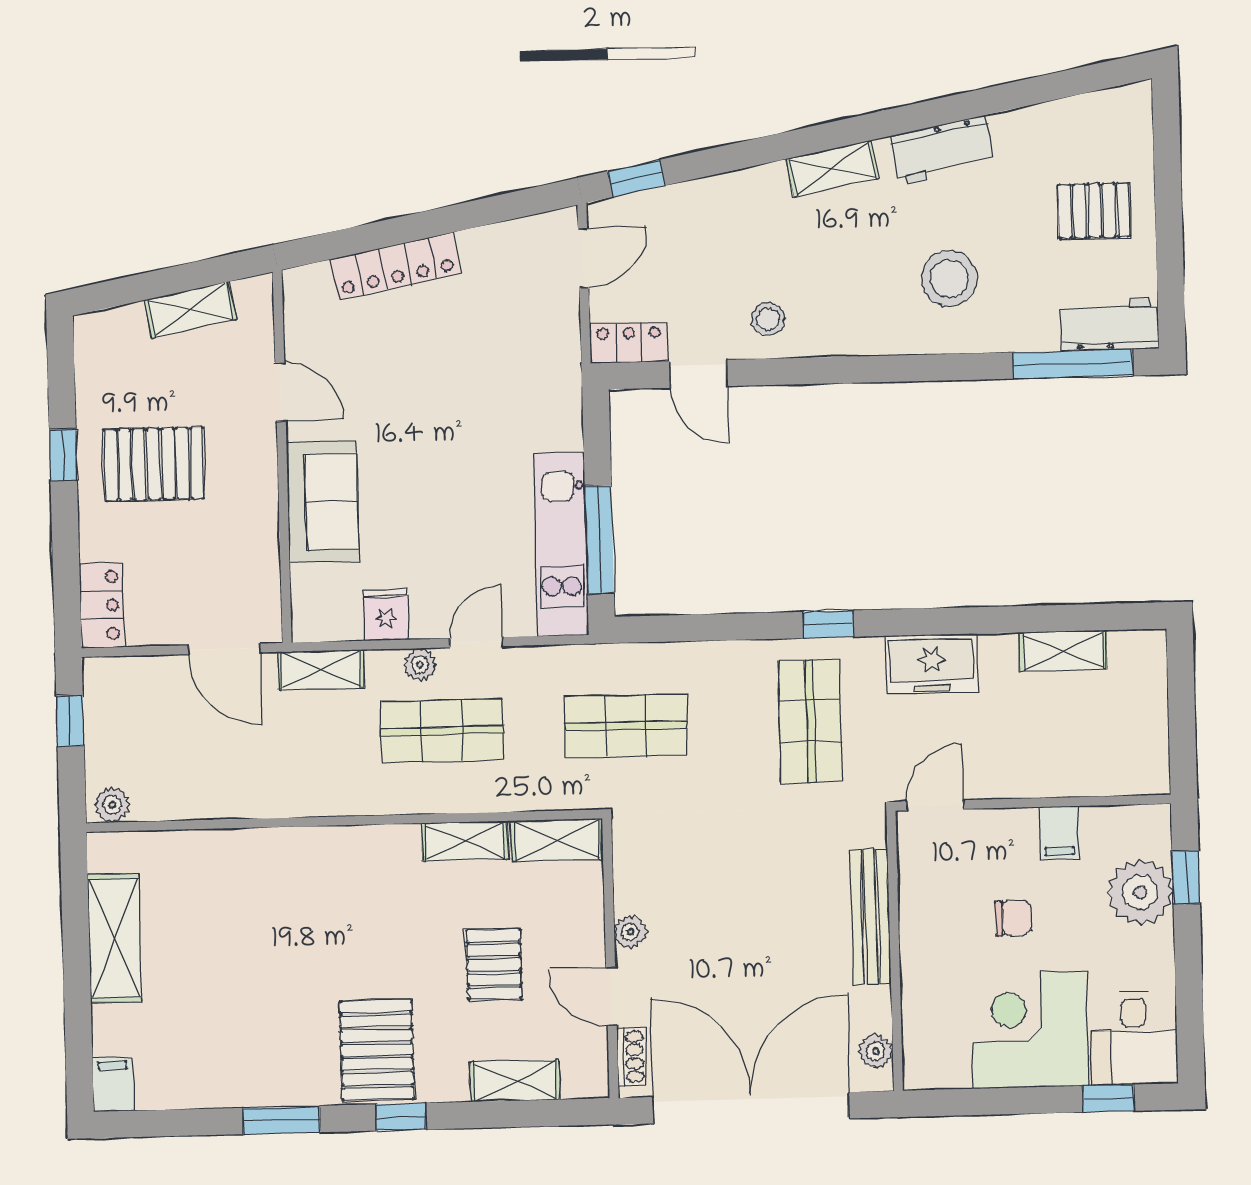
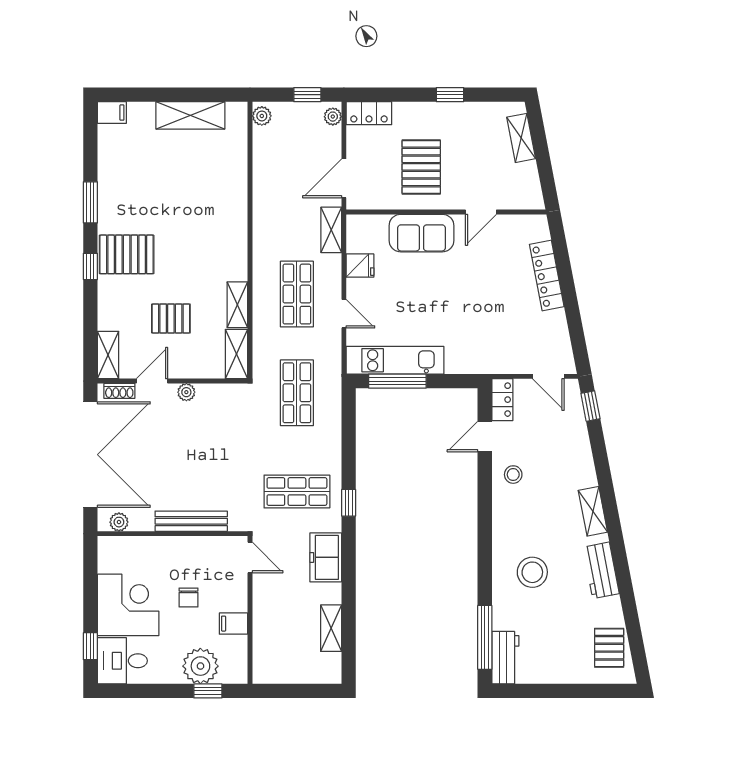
pallet: (1094, 211) -> (609, 648), moved
shelving: (190, 310) -> (521, 138), moved
pallet: (154, 464) -> (421, 167), moved
plant: (420, 664) -> (333, 117), moved
shelving: (515, 1081) -> (108, 355), moved

